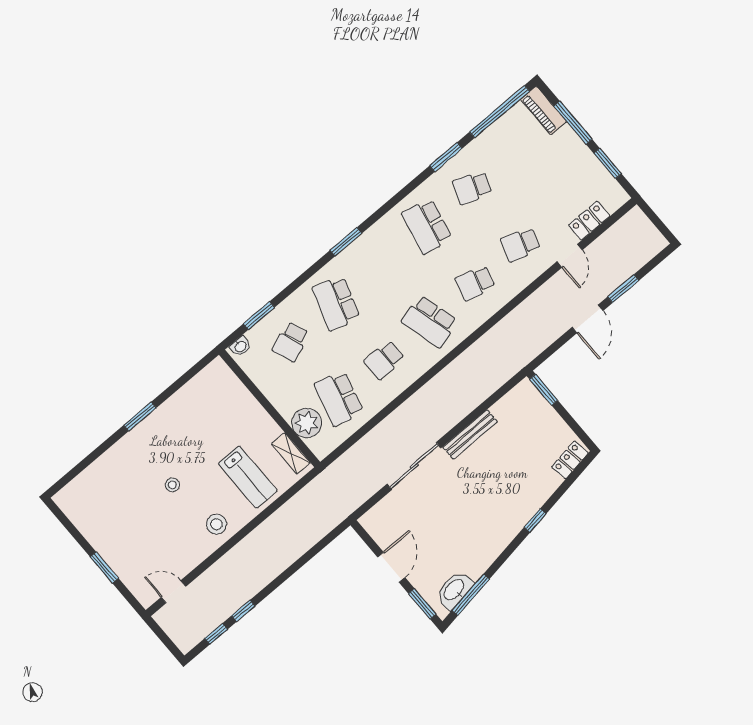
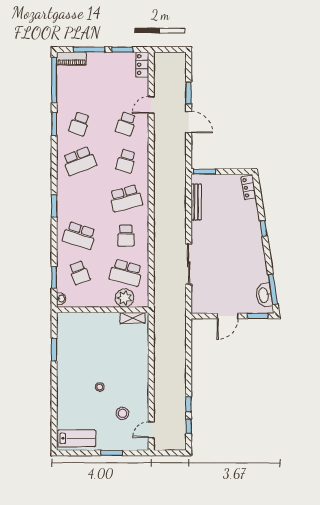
locker: (589, 221) -> (142, 65), moved
school desk: (427, 226) -> (79, 161), turned -33
door: (570, 256) -> (151, 105), swing flipped
window: (140, 417) -> (54, 350), moved
bench: (470, 434) -> (196, 202), moved
lab bench: (248, 477) -> (77, 438), moved
stool: (216, 524) -> (122, 413), moved
door: (391, 567) -> (228, 316), swing flipped

